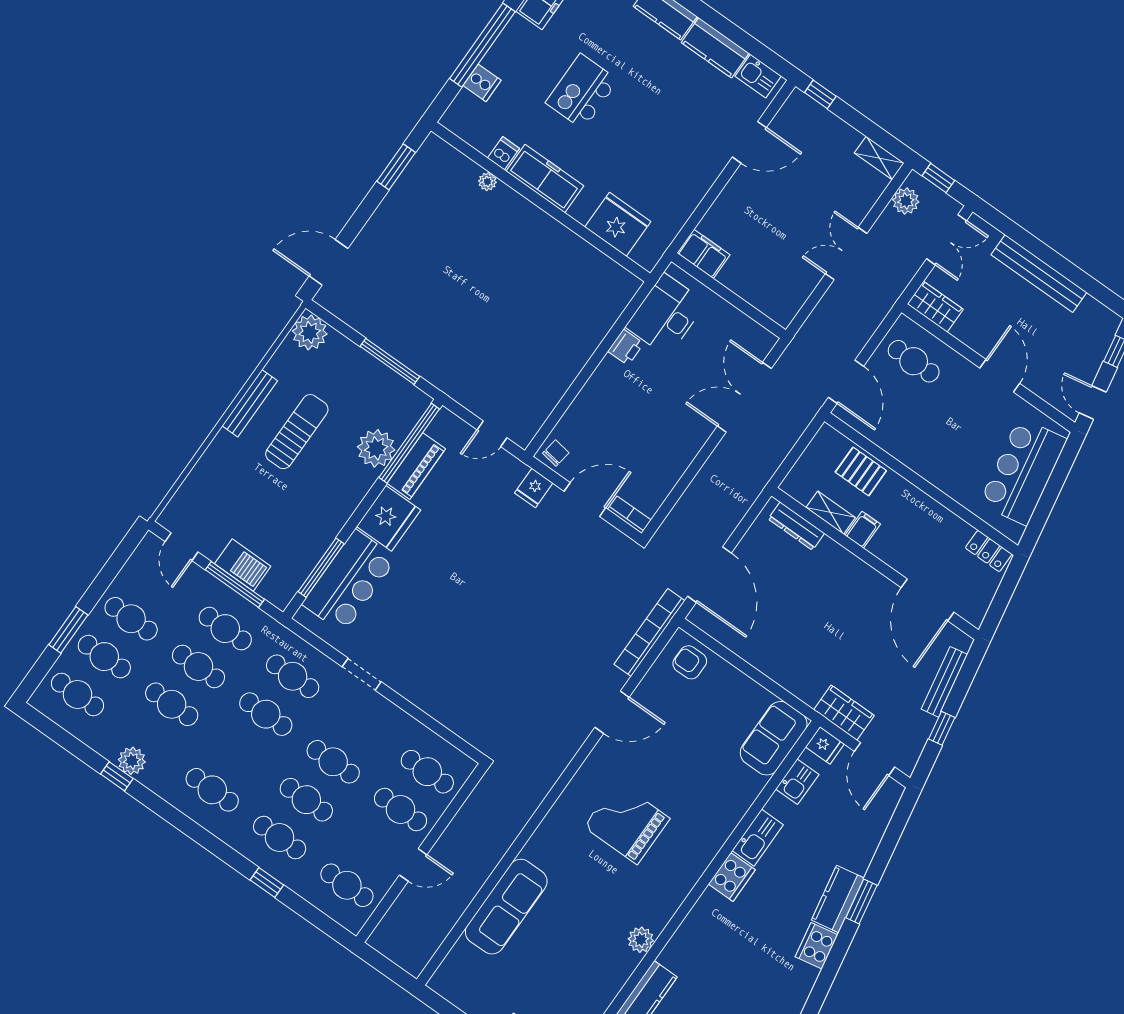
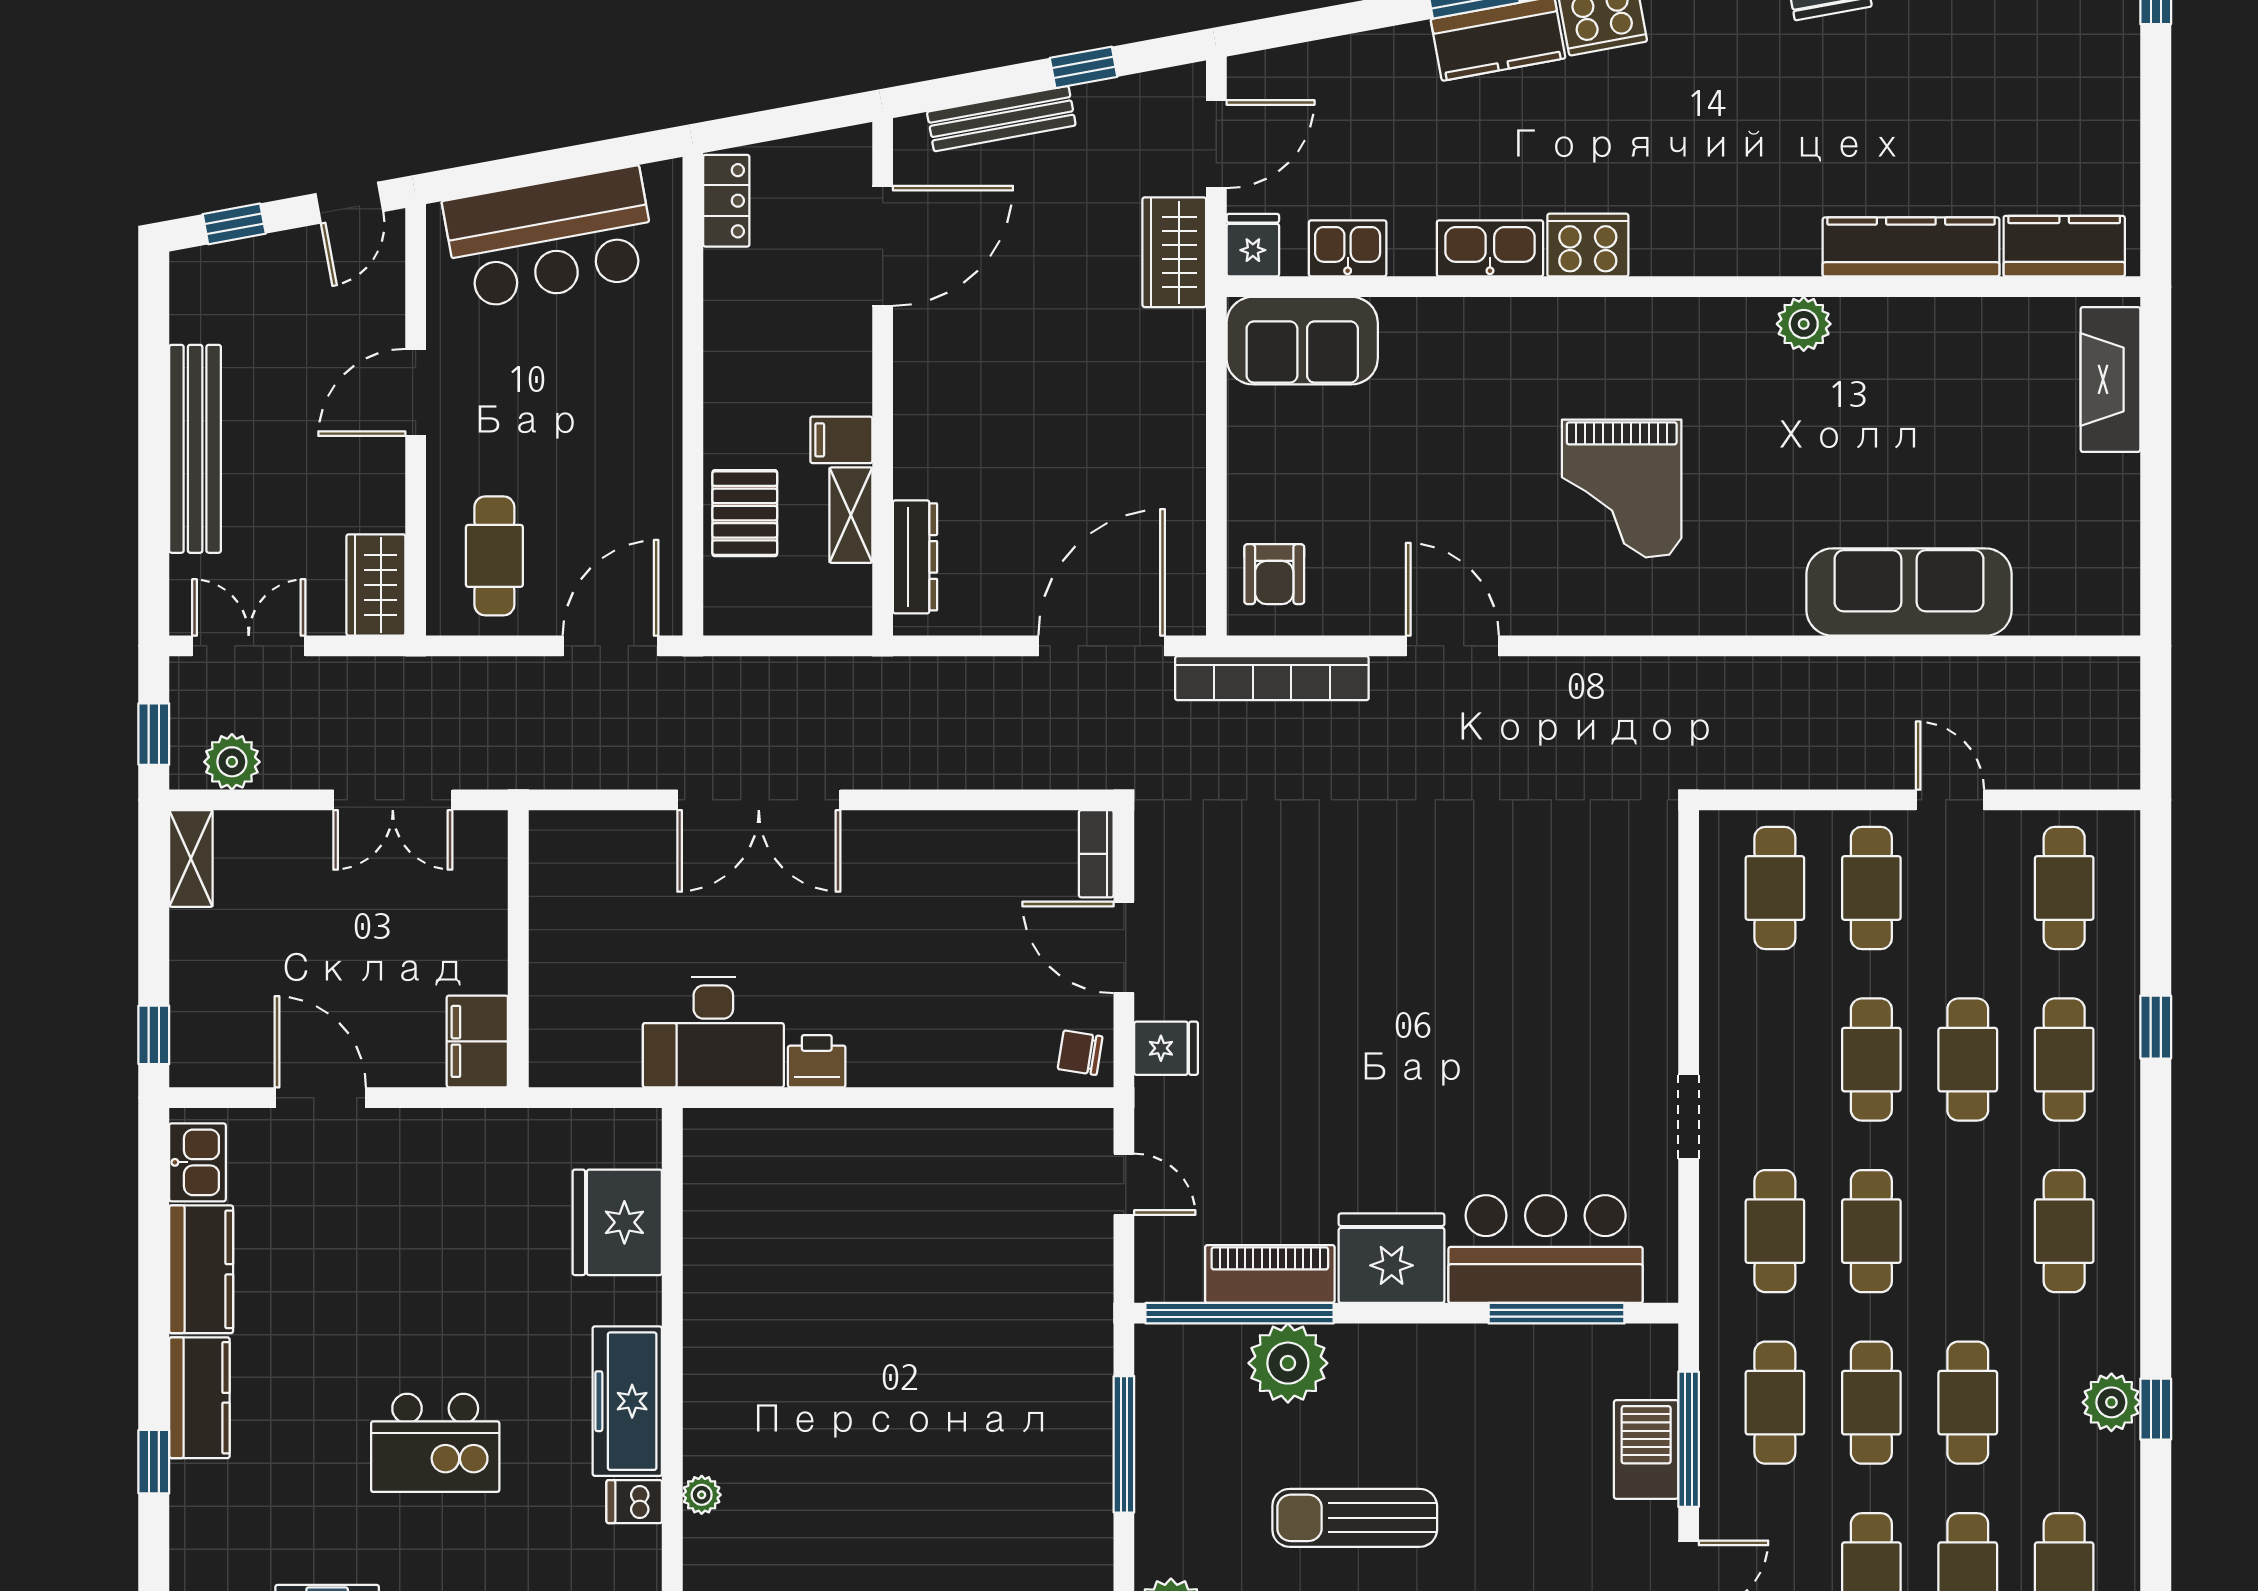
filing cabinet: (704, 254) -> (477, 1041), moved
wall: (729, 296) -> (518, 949), moved

